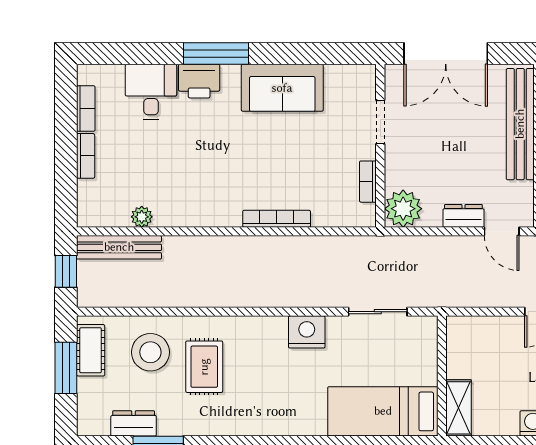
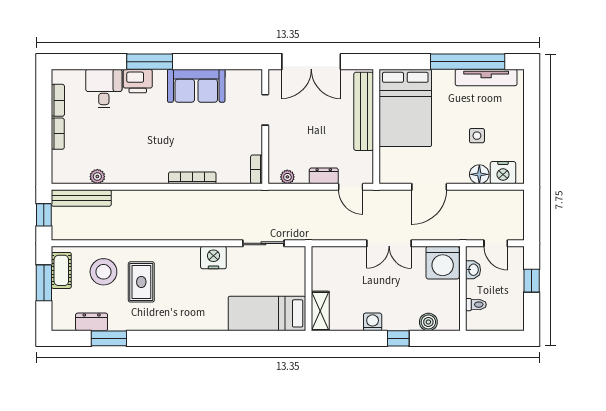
bookcase: (368, 182) -> (257, 169), moved
plant: (403, 209) -> (287, 177), width x0.53, depth x0.53

